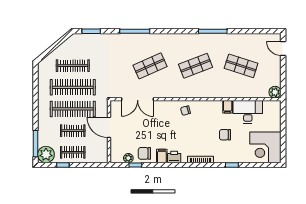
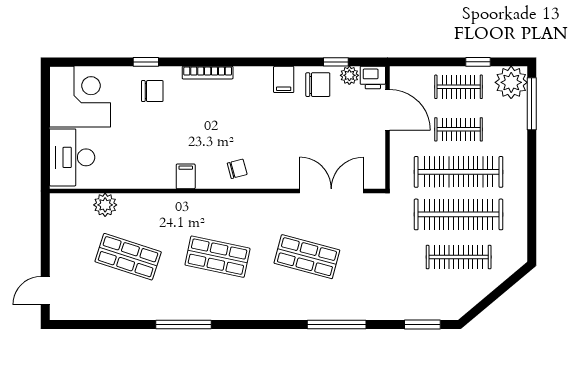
door: (283, 48) -> (45, 291), swing flipped
shop shelf: (150, 66) -> (307, 257), turned 39
shop shelf: (195, 66) -> (217, 257), turned 33
plant: (275, 92) -> (105, 205), moved
filing cabinet: (228, 107) -> (186, 176), moved
desk: (248, 112) -> (72, 157), moved, turned 90
door: (109, 127) -> (388, 110), moved
chair: (225, 135) -> (152, 91), moved
printer: (174, 157) -> (373, 78), moved

